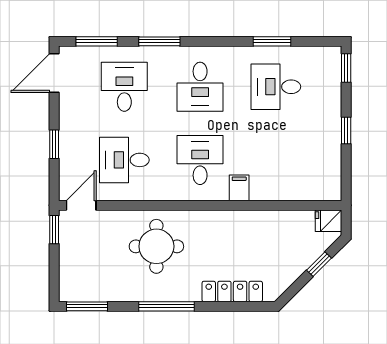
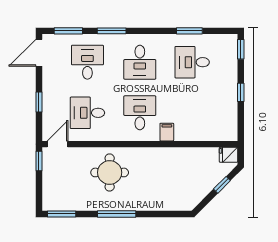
locker: (232, 291) -> (162, 204), removed

